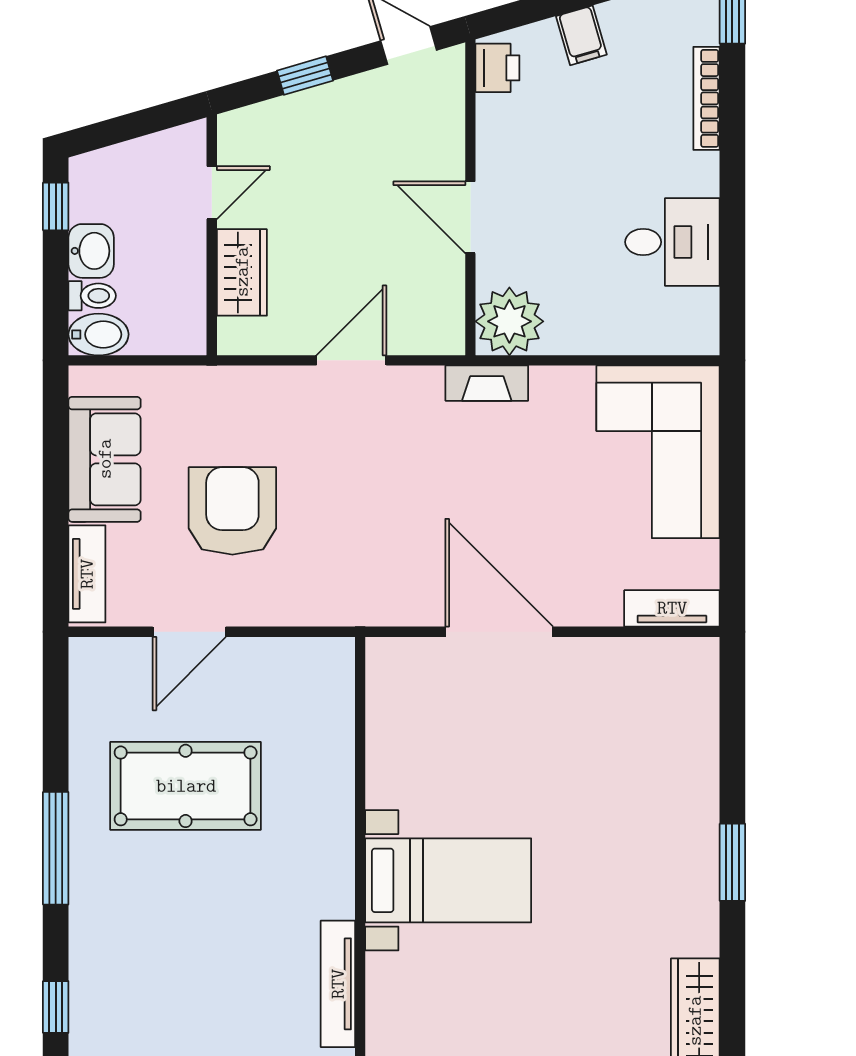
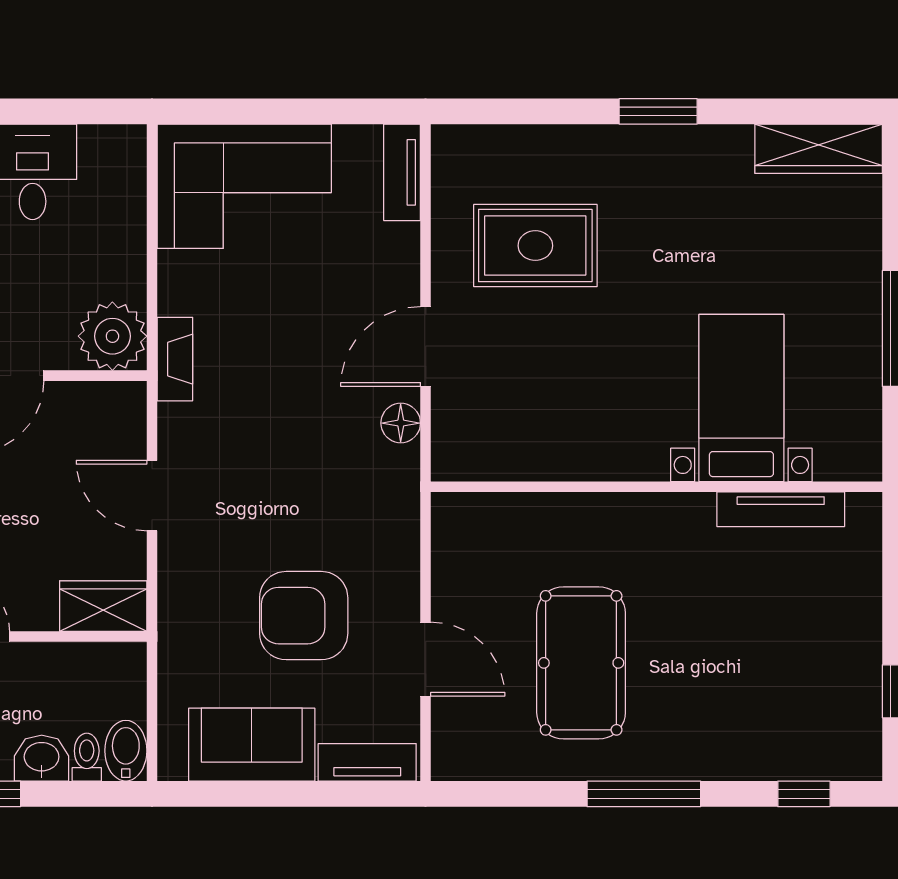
wardrobe: (242, 272) -> (103, 606), moved
floor lamp: (423, 607) -> (401, 423), added
door: (499, 632) -> (426, 347), width x0.73
rug: (599, 741) -> (535, 246), added
bed with nightstands: (448, 880) -> (741, 398), moved

